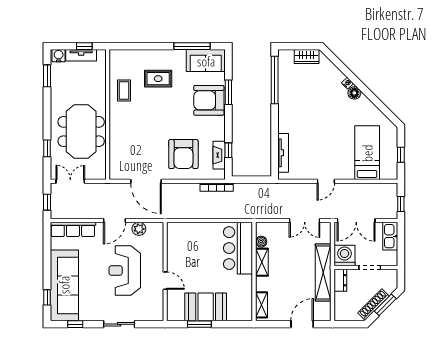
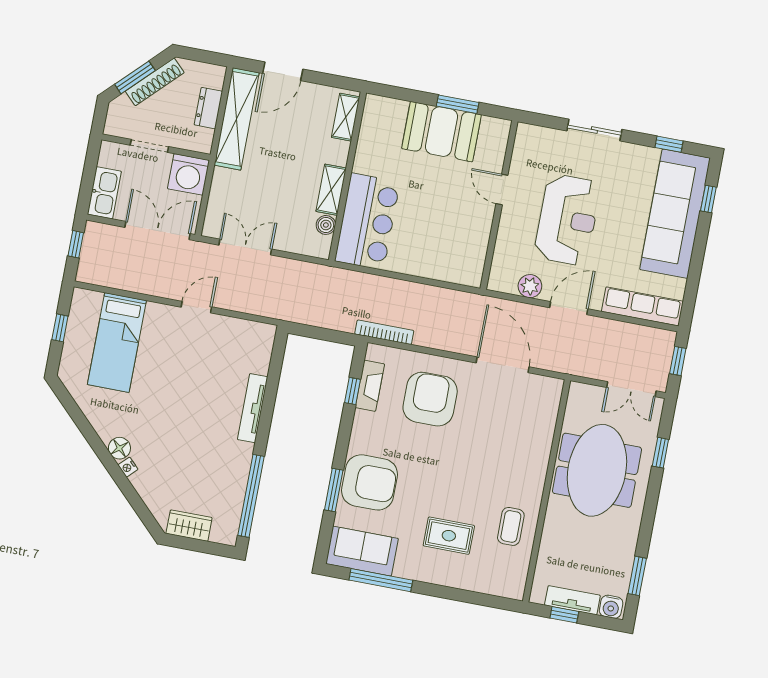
tv unit: (283, 153) -> (253, 408), moved
shelving: (323, 273) -> (237, 119), moved
dresser: (340, 280) -> (208, 108), moved

